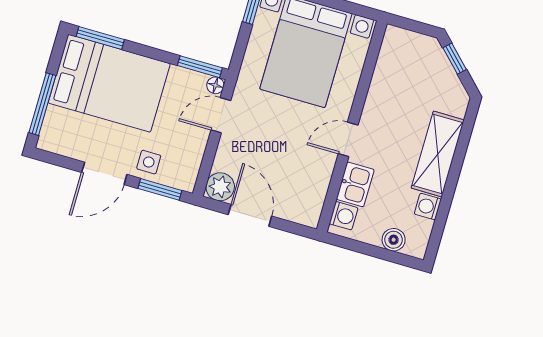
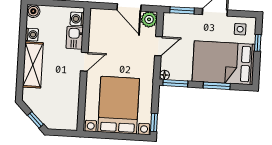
window: (100, 38) -> (217, 86), moved
window: (42, 104) -> (258, 43), width x0.46
door: (221, 115) -> (158, 46), moved
side table: (149, 162) -> (240, 29), moved
boiler: (394, 240) -> (33, 11), moved

